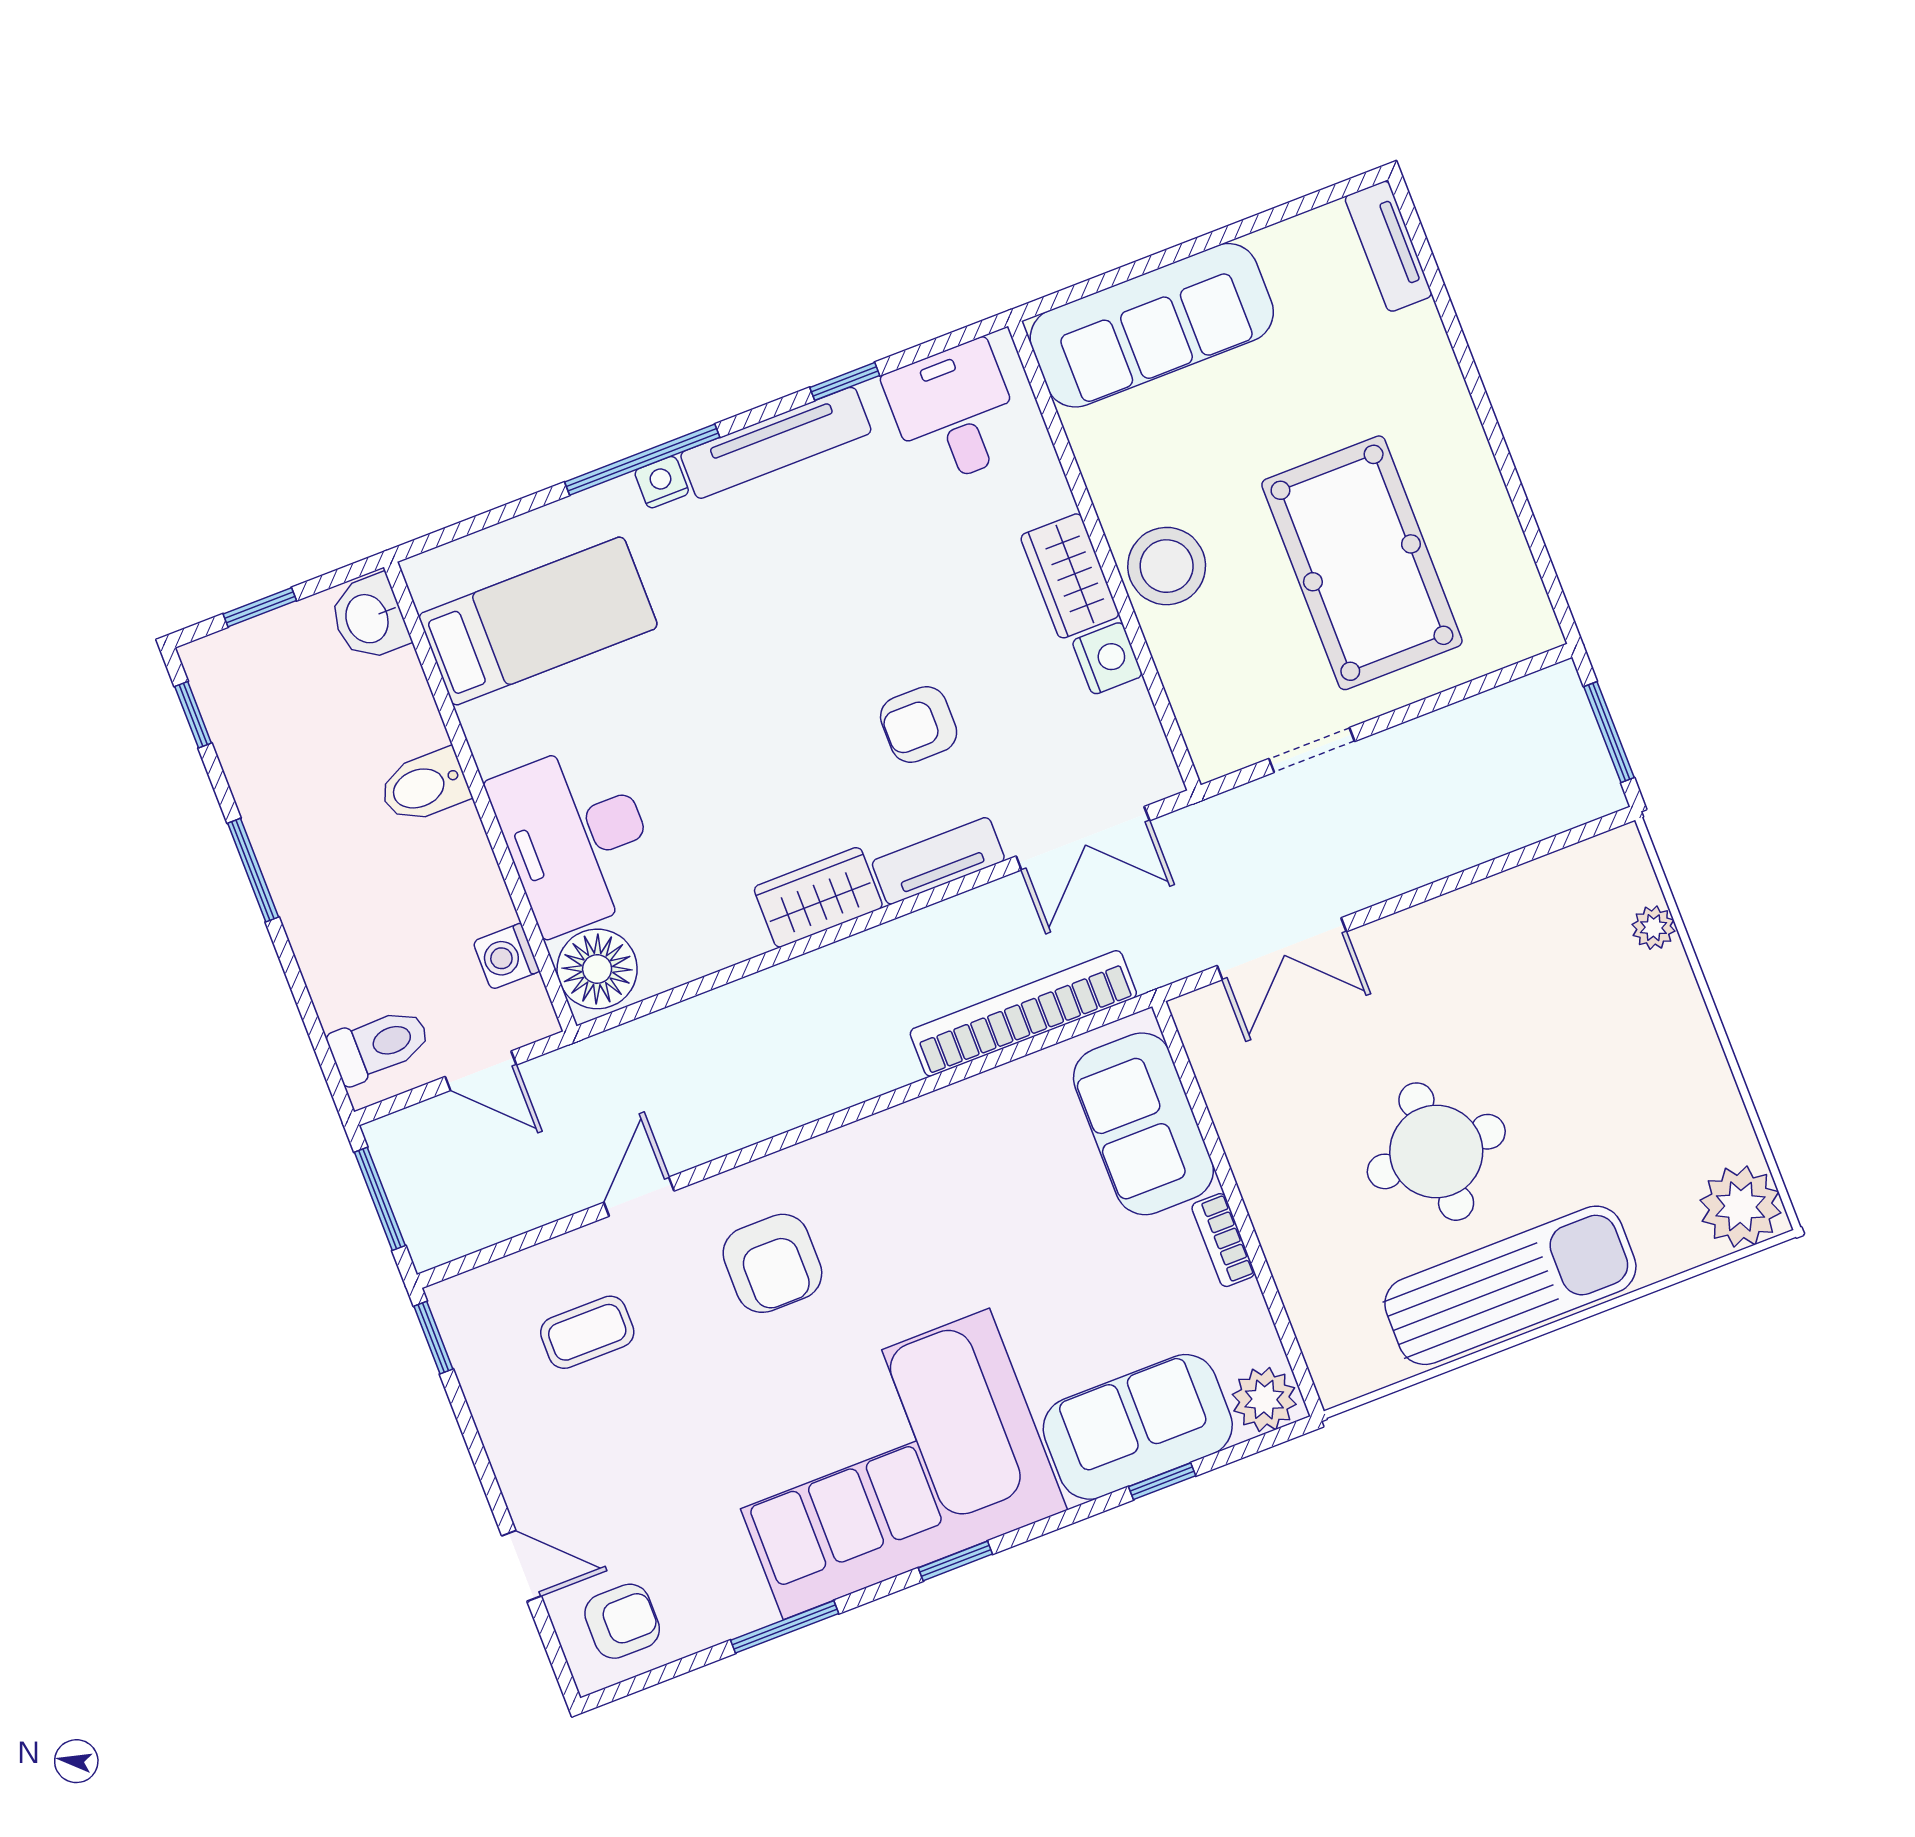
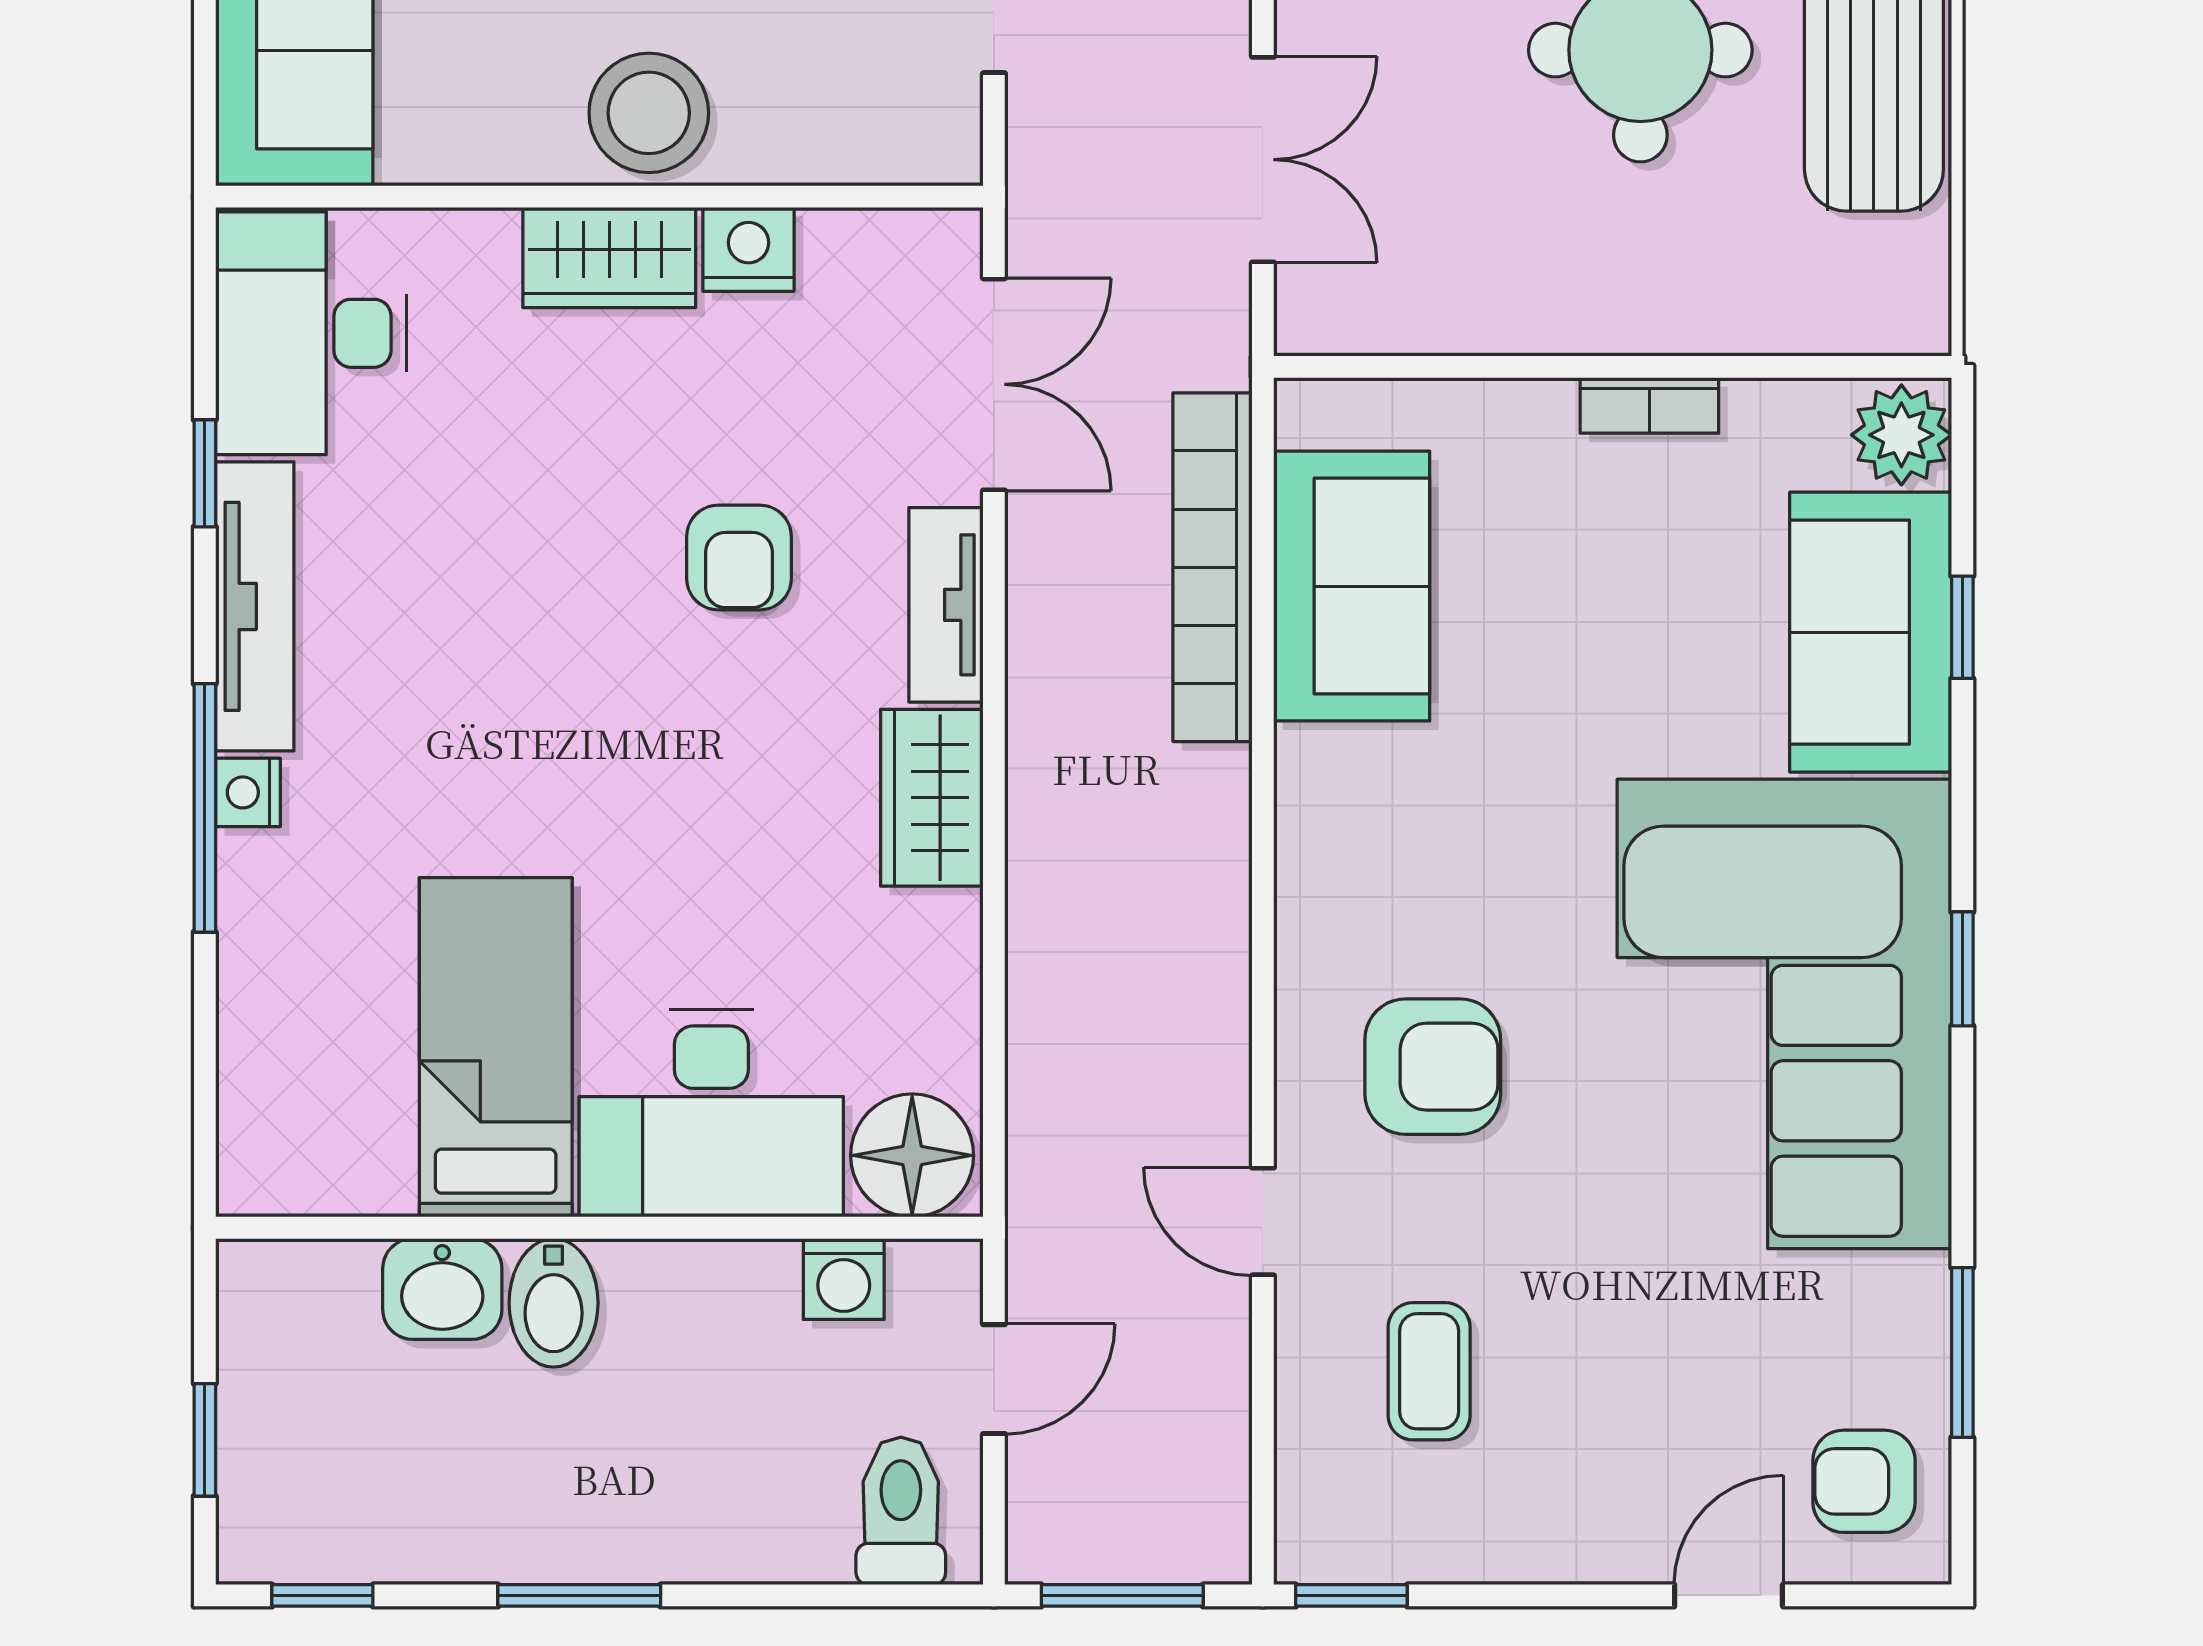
desk: (954, 413) -> (311, 333), width x1.37
washbasin: (369, 618) -> (442, 1289), moved
bed: (538, 621) -> (496, 1047), moved
sofa: (1143, 1124) -> (1352, 586), moved, turned -90
armchair: (622, 1621) -> (1864, 1481), turned -90
window: (785, 1627) -> (1962, 1352), moved

